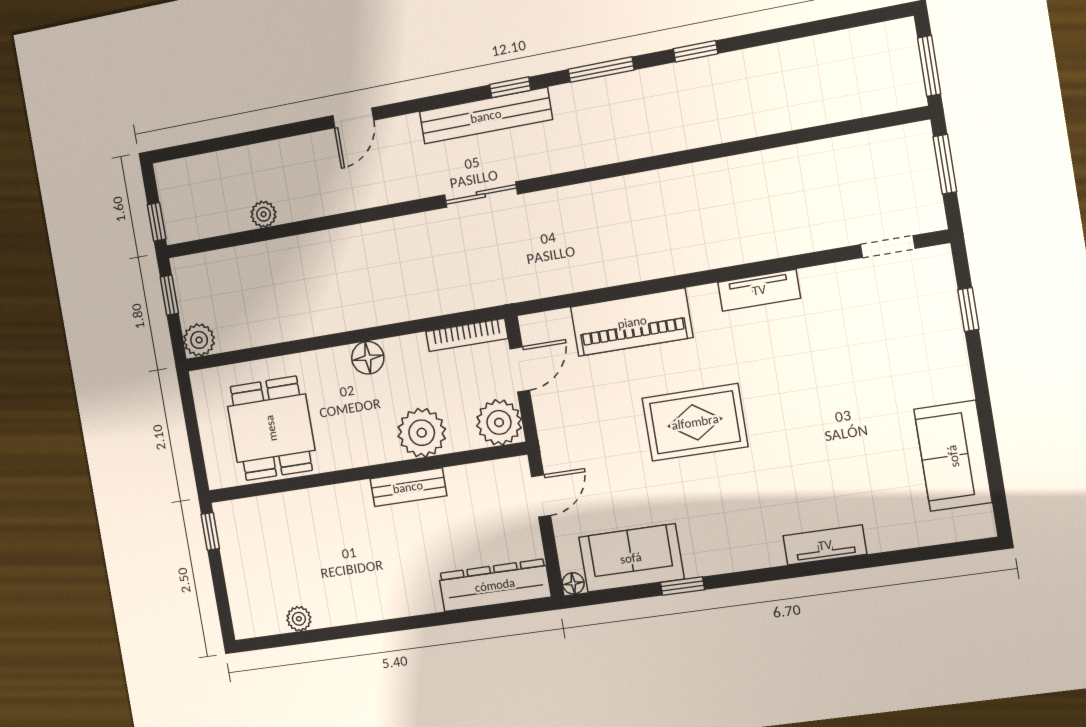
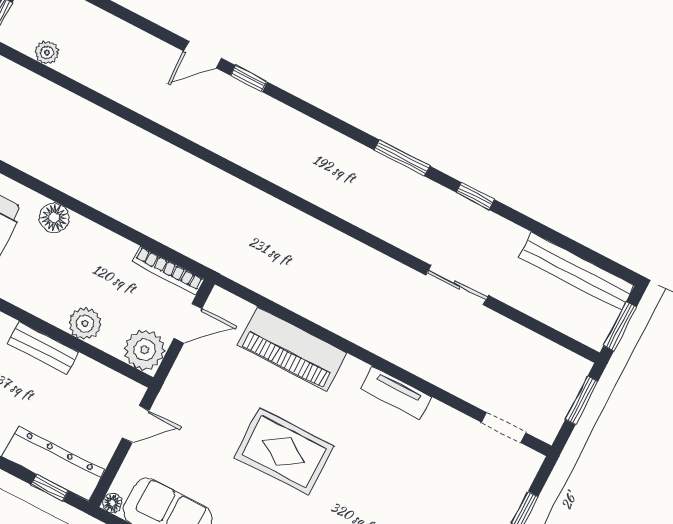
window: (510, 87) -> (249, 79), moved
bench: (486, 116) -> (577, 271), moved
sliding door: (481, 194) -> (457, 285), moved
plant: (264, 214) -> (47, 52), moved
floor lamp: (368, 358) -> (54, 218), moved
plant: (422, 433) -> (85, 324), width x0.73, depth x0.73
window: (507, 610) -> (50, 488), added

